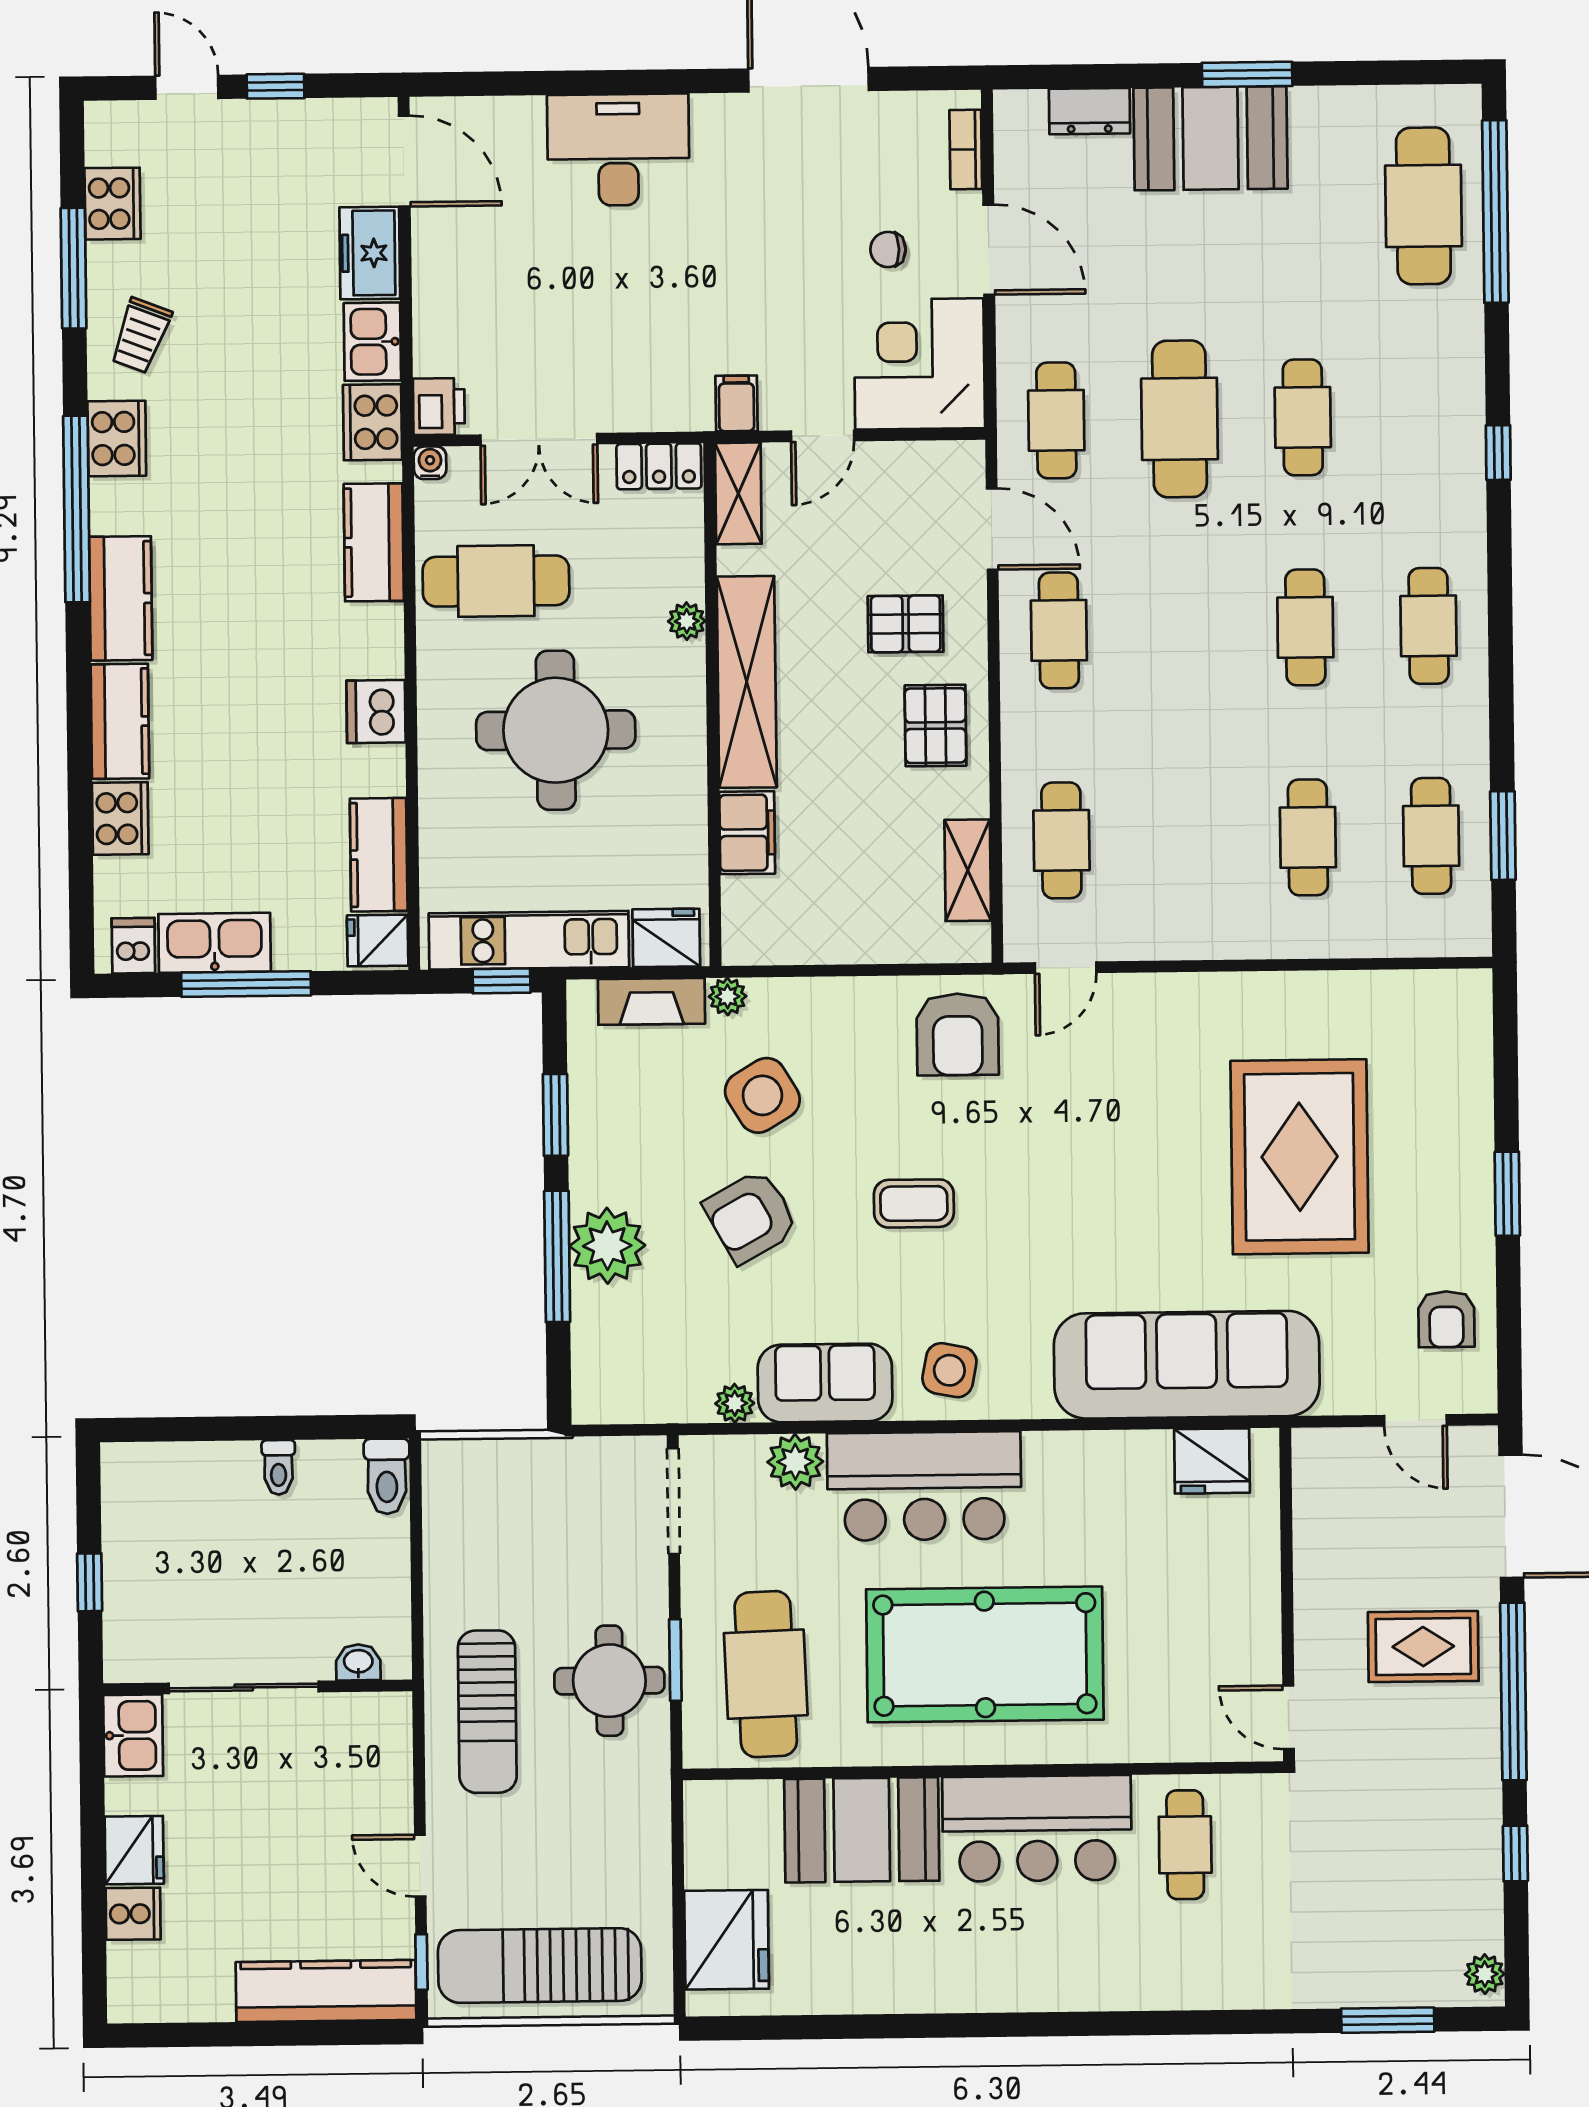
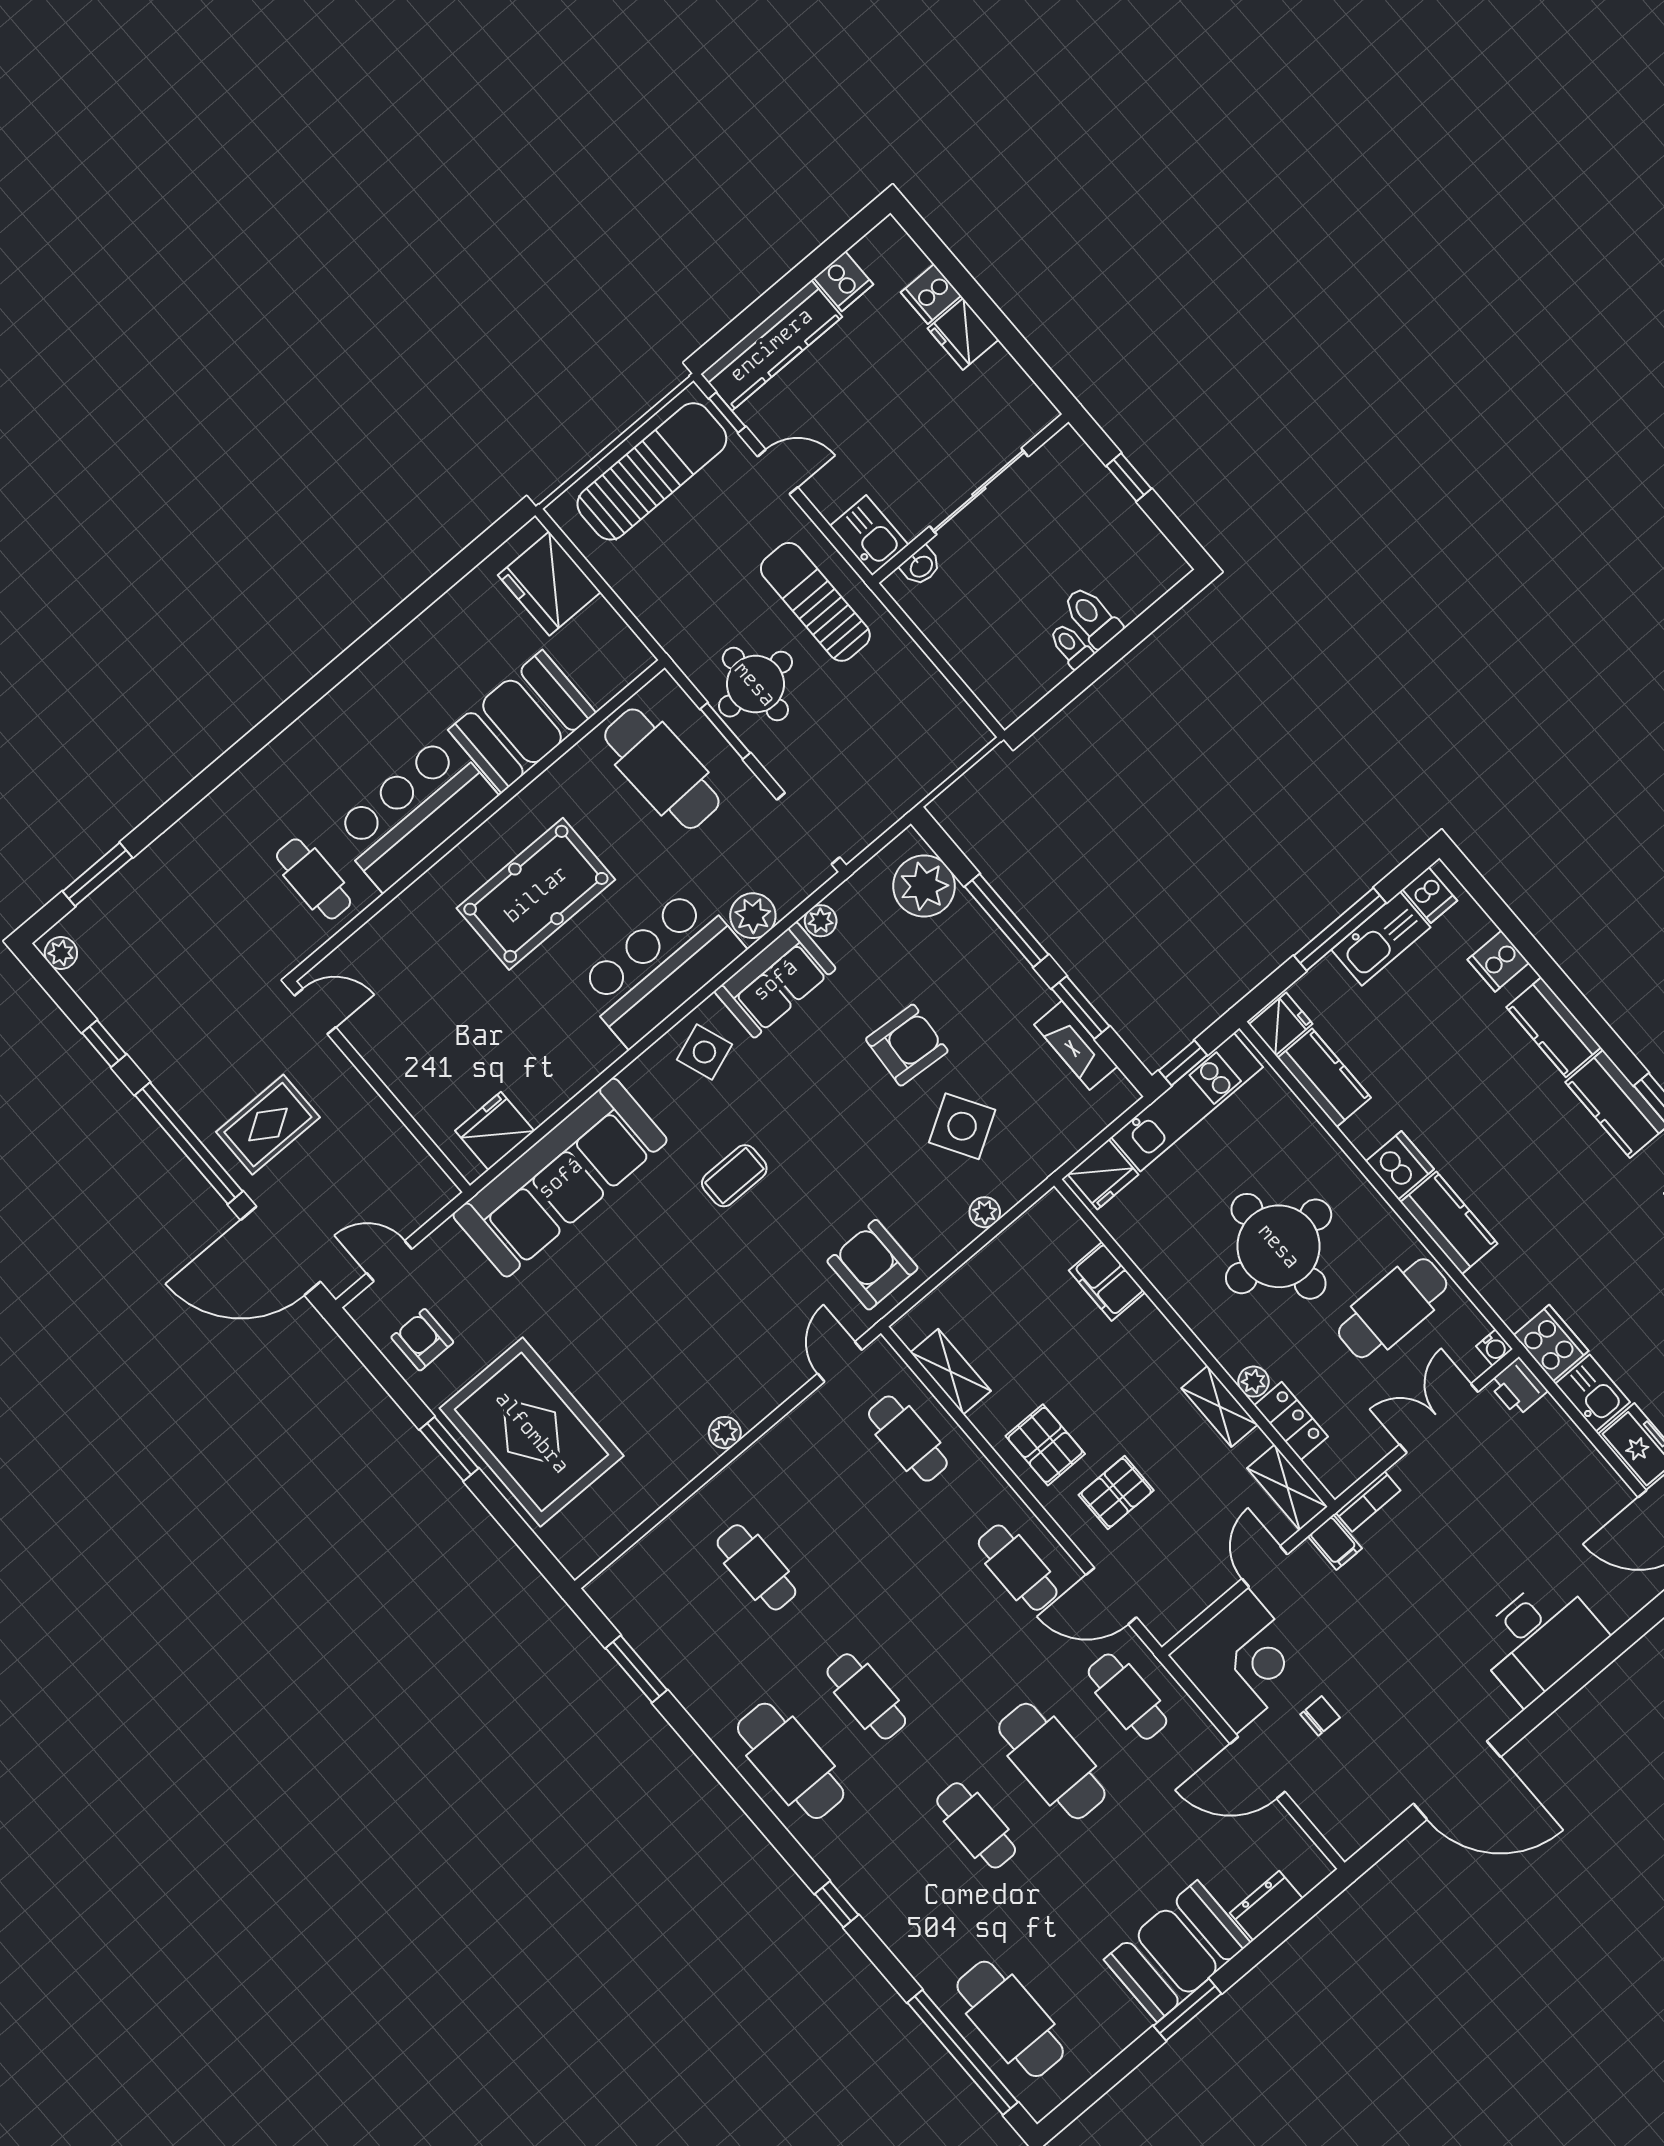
bookcase: (966, 149) -> (1368, 1501), moved, turned 90
locker: (659, 466) -> (1291, 1421), moved, turned 90
kitchen counter: (374, 542) -> (1449, 1223), moved
cafe table: (1429, 626) -> (791, 1761), width x1.37, depth x1.35
shelving: (747, 682) -> (1219, 1406), width x0.45, depth x0.75
cooker: (120, 819) -> (1498, 961), width x0.73
cafe table: (1431, 836) -> (681, 1632), removed
plant: (1231, 991) -> (725, 1433), added
plant: (728, 996) -> (985, 1212), moved
fireplace: (651, 1001) -> (1076, 1045), moved, turned -90
rug: (1300, 1157) -> (532, 1432), moved
coffee table: (914, 1203) -> (734, 1176), moved
armchair: (751, 1216) -> (907, 1045), turned 33
plant: (607, 1246) -> (924, 886), moved
side table: (949, 1370) -> (704, 1052), turned -31
toilet: (387, 1476) -> (1092, 617), moved
pool table: (985, 1654) -> (536, 894), width x0.73, depth x0.76
kitchen sink: (133, 1735) -> (869, 535), moved, turned 180
cooker: (206, 1995) -> (843, 281), added

